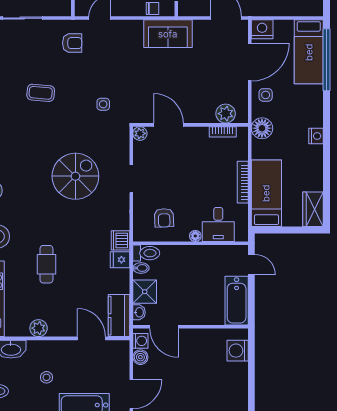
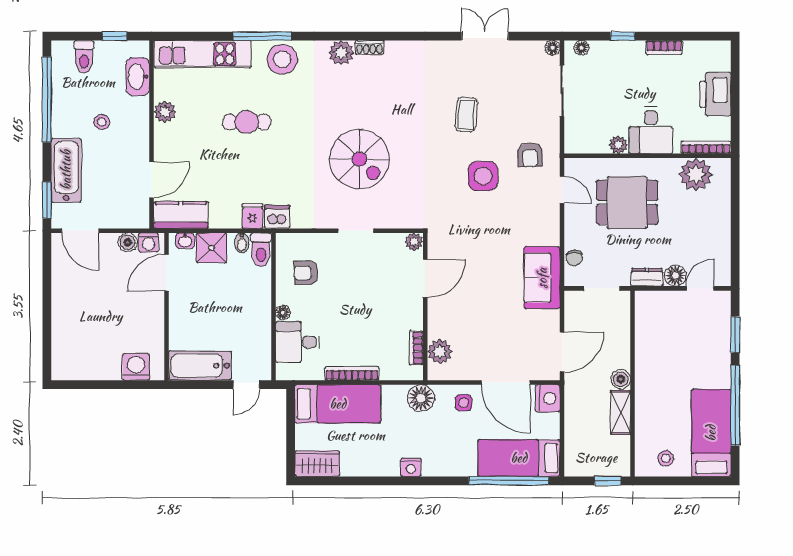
side table: (103, 104) -> (483, 176), moved, width x1.87, depth x1.87

